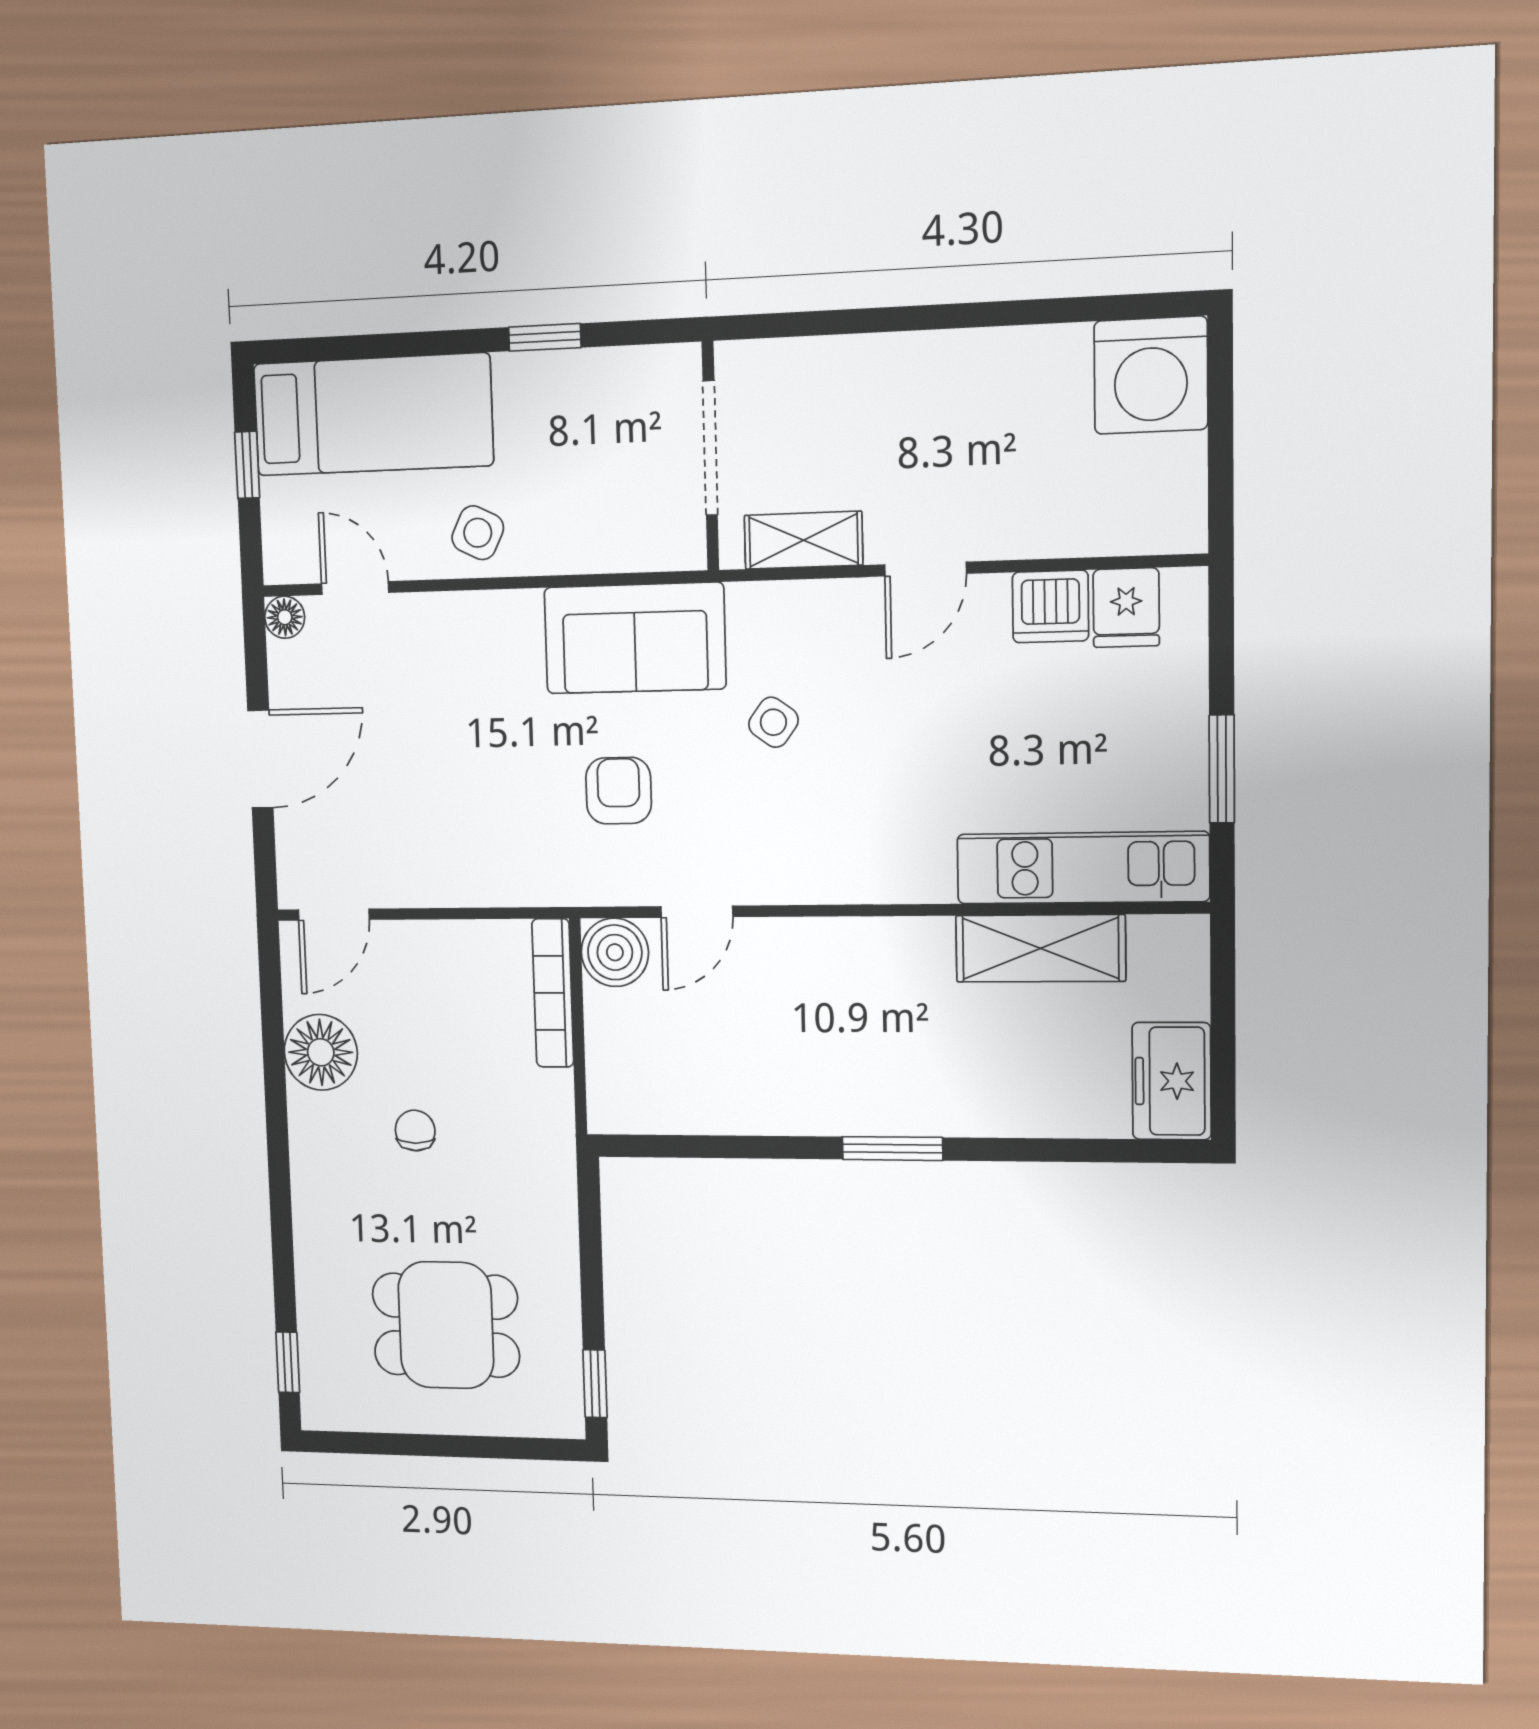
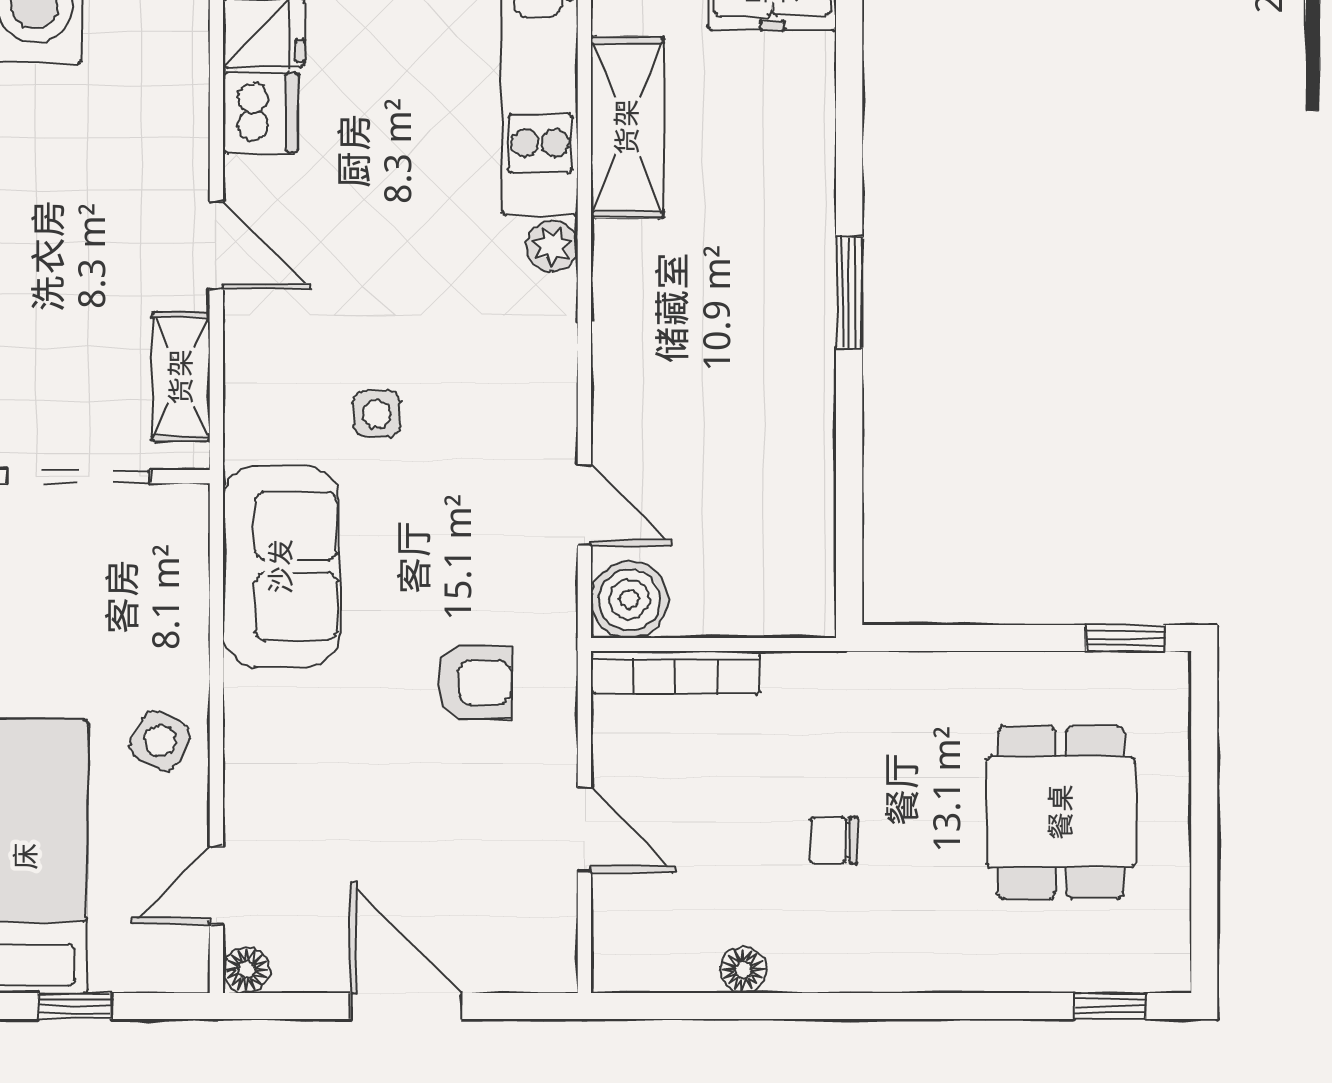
side table: (773, 722) -> (377, 414), turned -36
armchair: (619, 791) -> (474, 682), moved, turned 180
plant: (930, 881) -> (552, 246), added
door: (334, 915) -> (584, 829), moved
floor lamp: (321, 1052) -> (743, 970), width x0.53, depth x0.53

